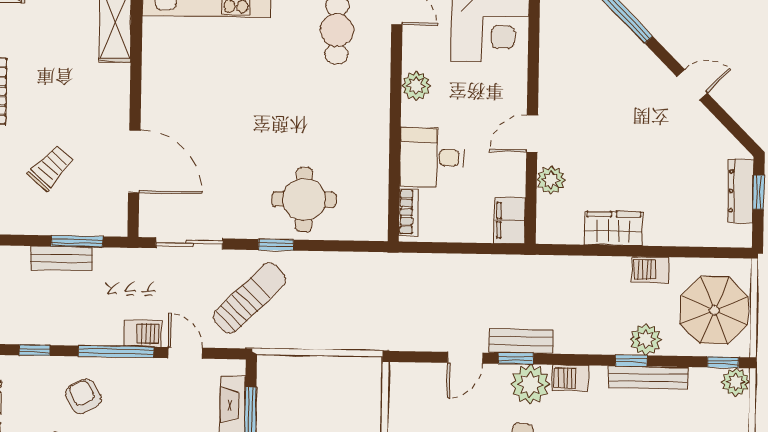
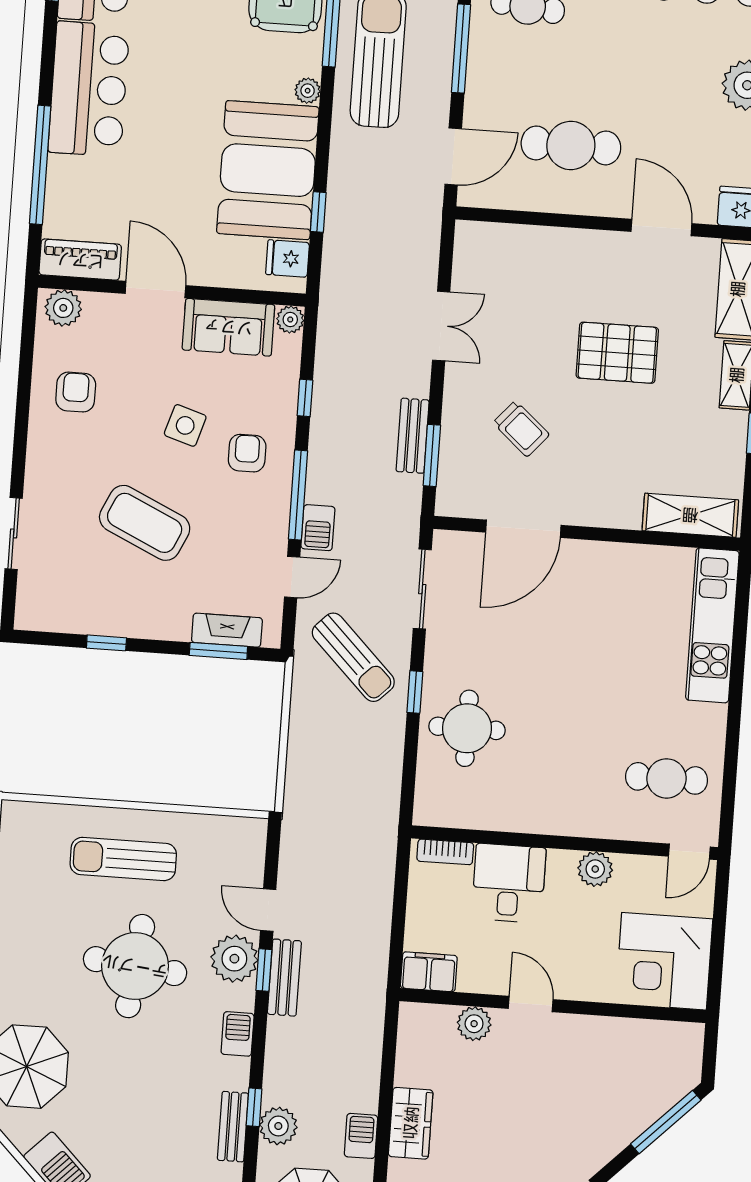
wardrobe: (613, 228) -> (411, 1123), moved
bench: (648, 377) -> (233, 1127), width x0.73
plant: (530, 384) -> (234, 959), moved
armchair: (83, 396) -> (247, 453), turned -62

